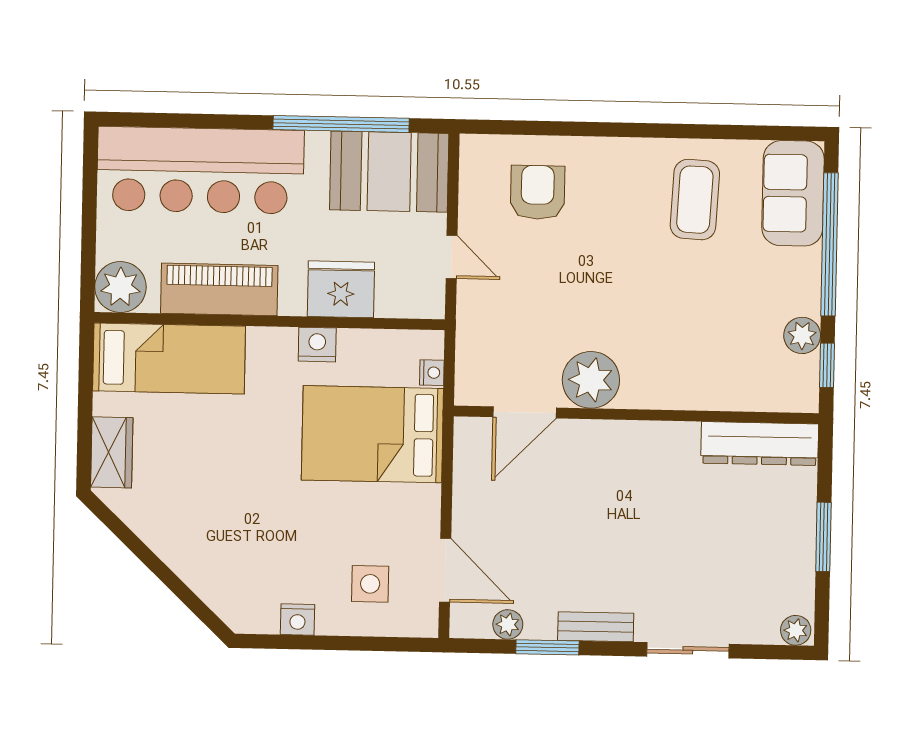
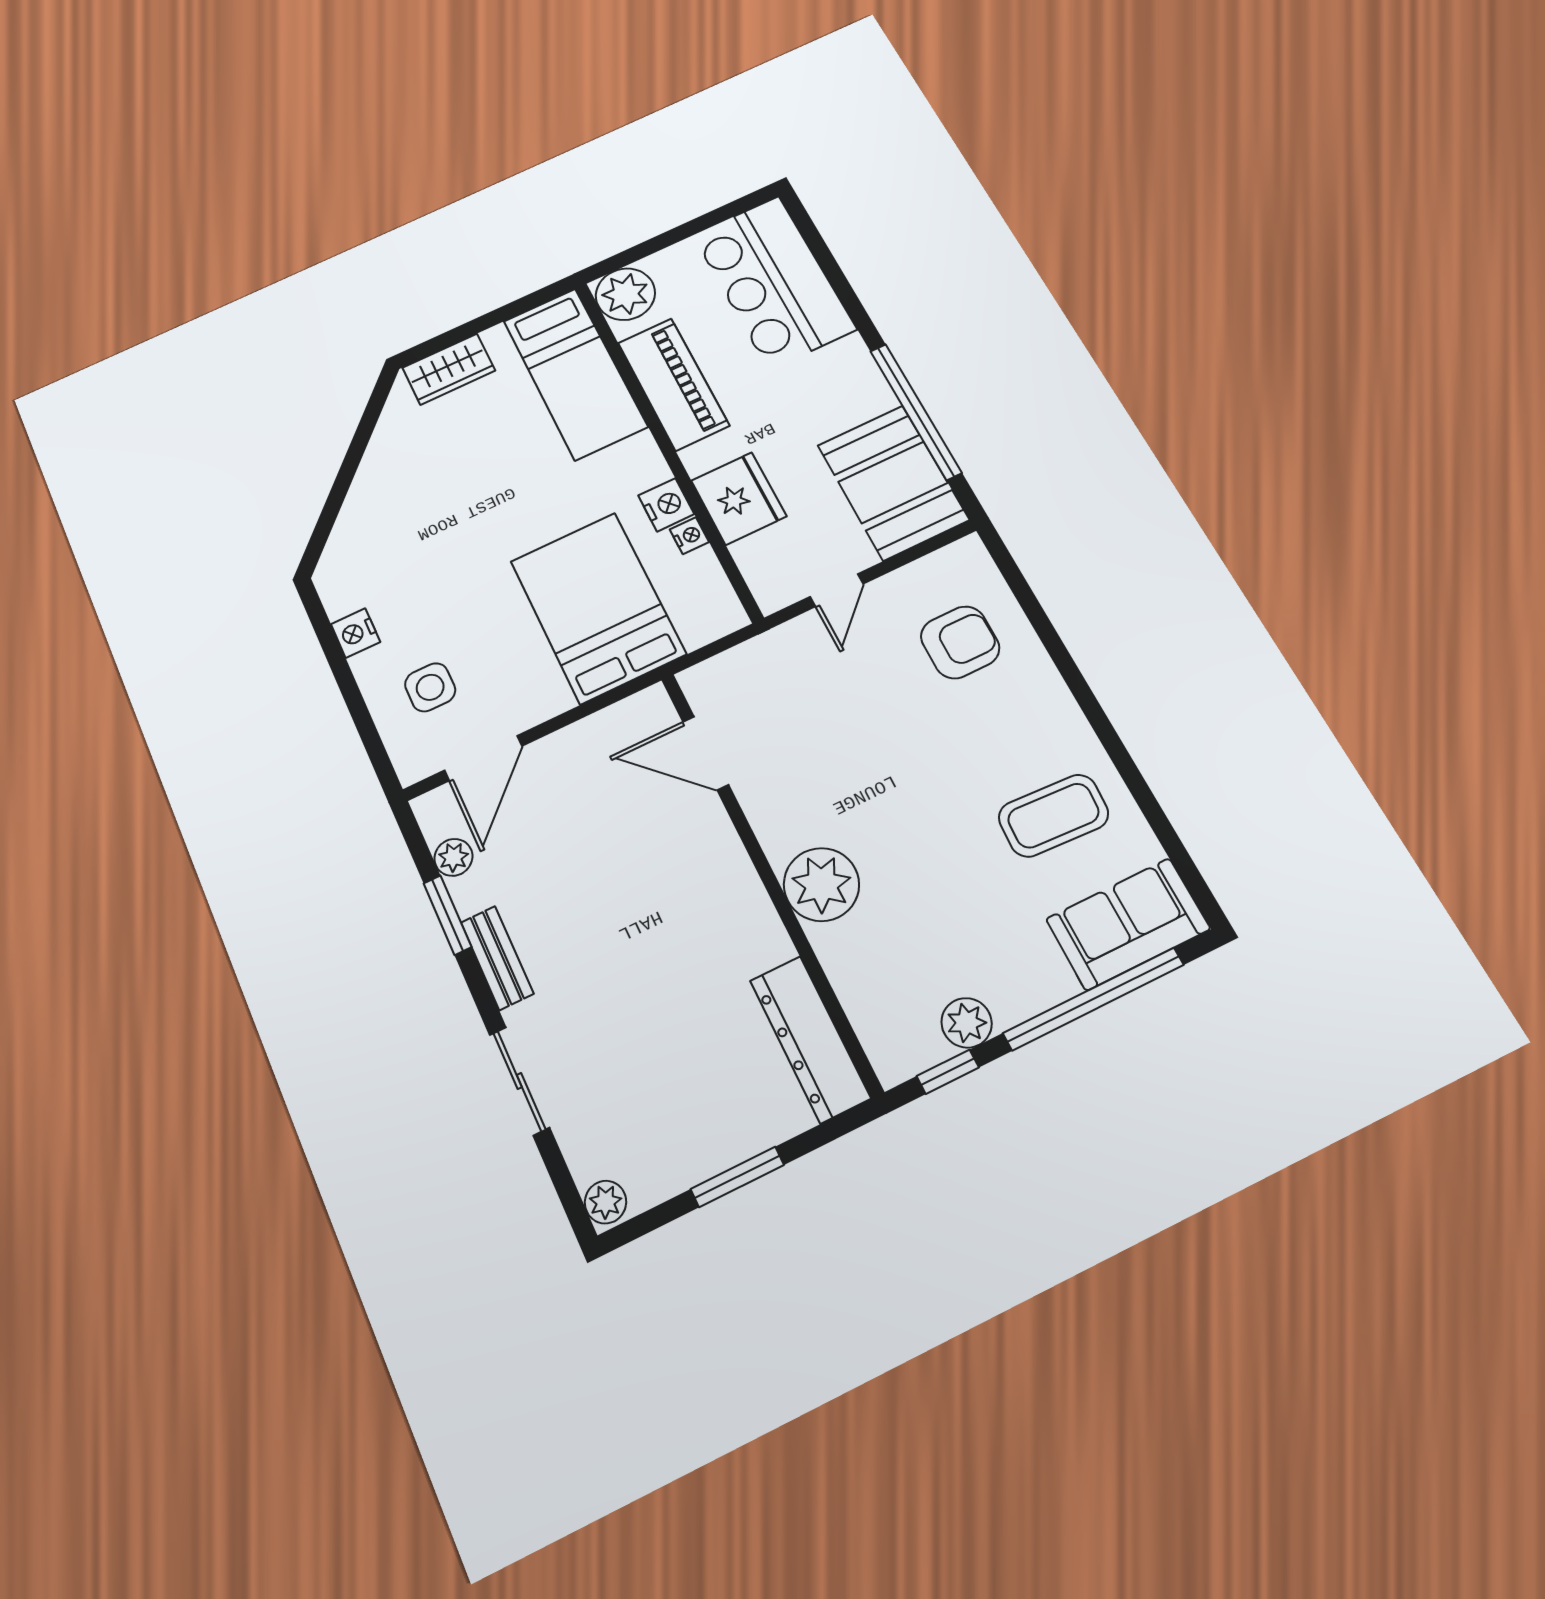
bar counter: (200, 170) -> (774, 282), width x0.73
nightstand: (432, 373) -> (689, 536), moved, turned -90
plant: (591, 380) -> (821, 884), moved

